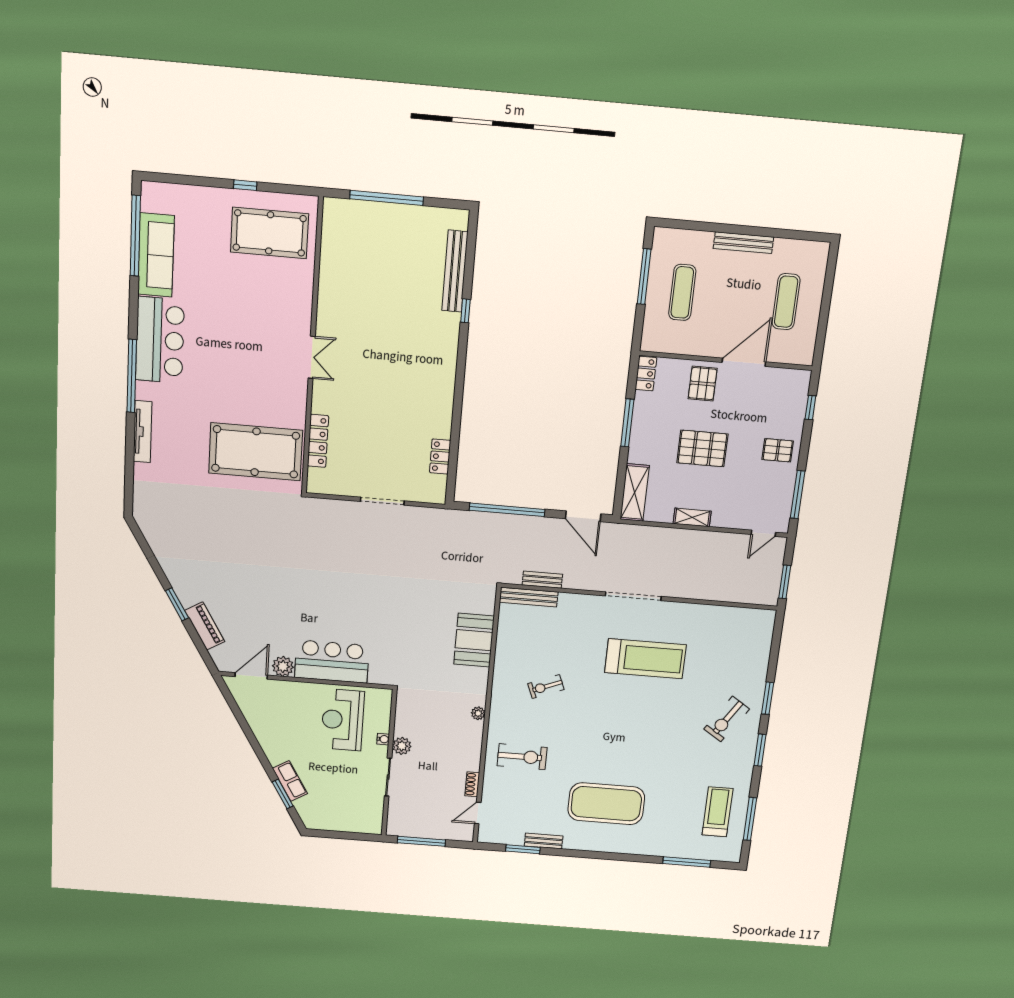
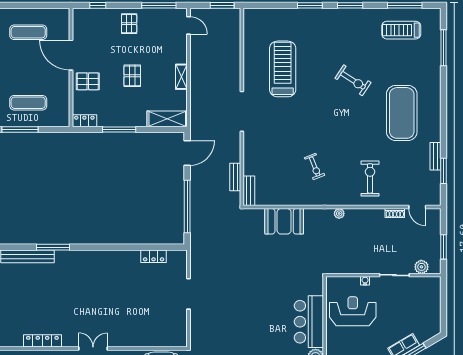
window: (465, 311) -> (53, 247), width x2.17
locker: (318, 441) -> (42, 341), moved
pallet: (702, 448) -> (132, 76), width x0.67, depth x0.71
bench: (529, 597) -> (249, 191), width x0.73
treadmill: (645, 659) -> (283, 69), moved
exercise bike: (727, 719) -> (353, 80), moved
reception desk: (343, 720) -> (353, 311), turned 180
plant: (402, 746) -> (421, 267), moved
window: (421, 841) -> (443, 247), width x0.69

